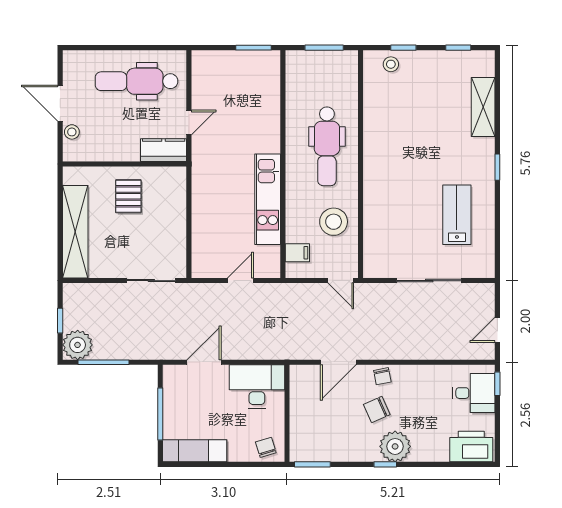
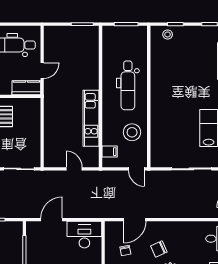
door: (240, 281) -> (74, 169), hinge flipped
chair: (382, 376) -> (125, 251), moved

